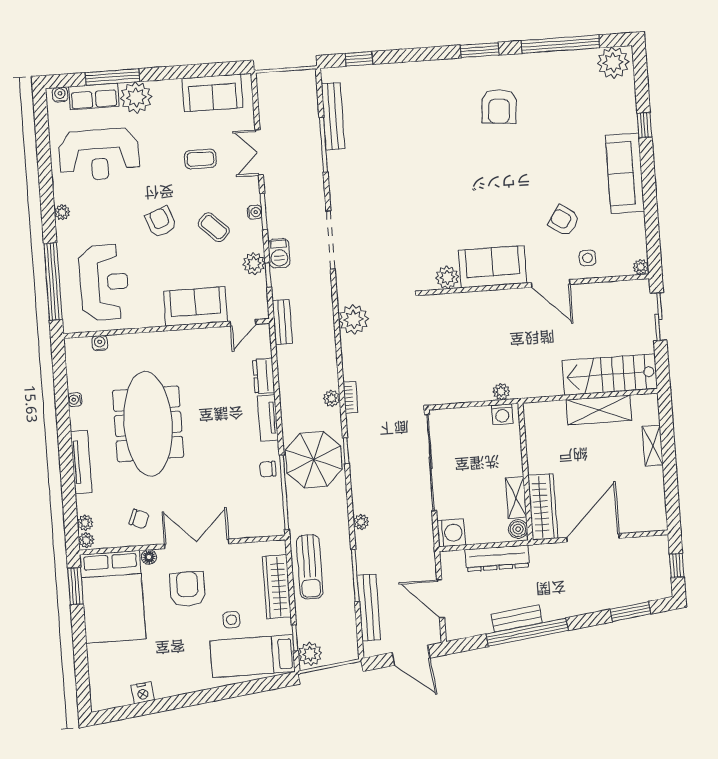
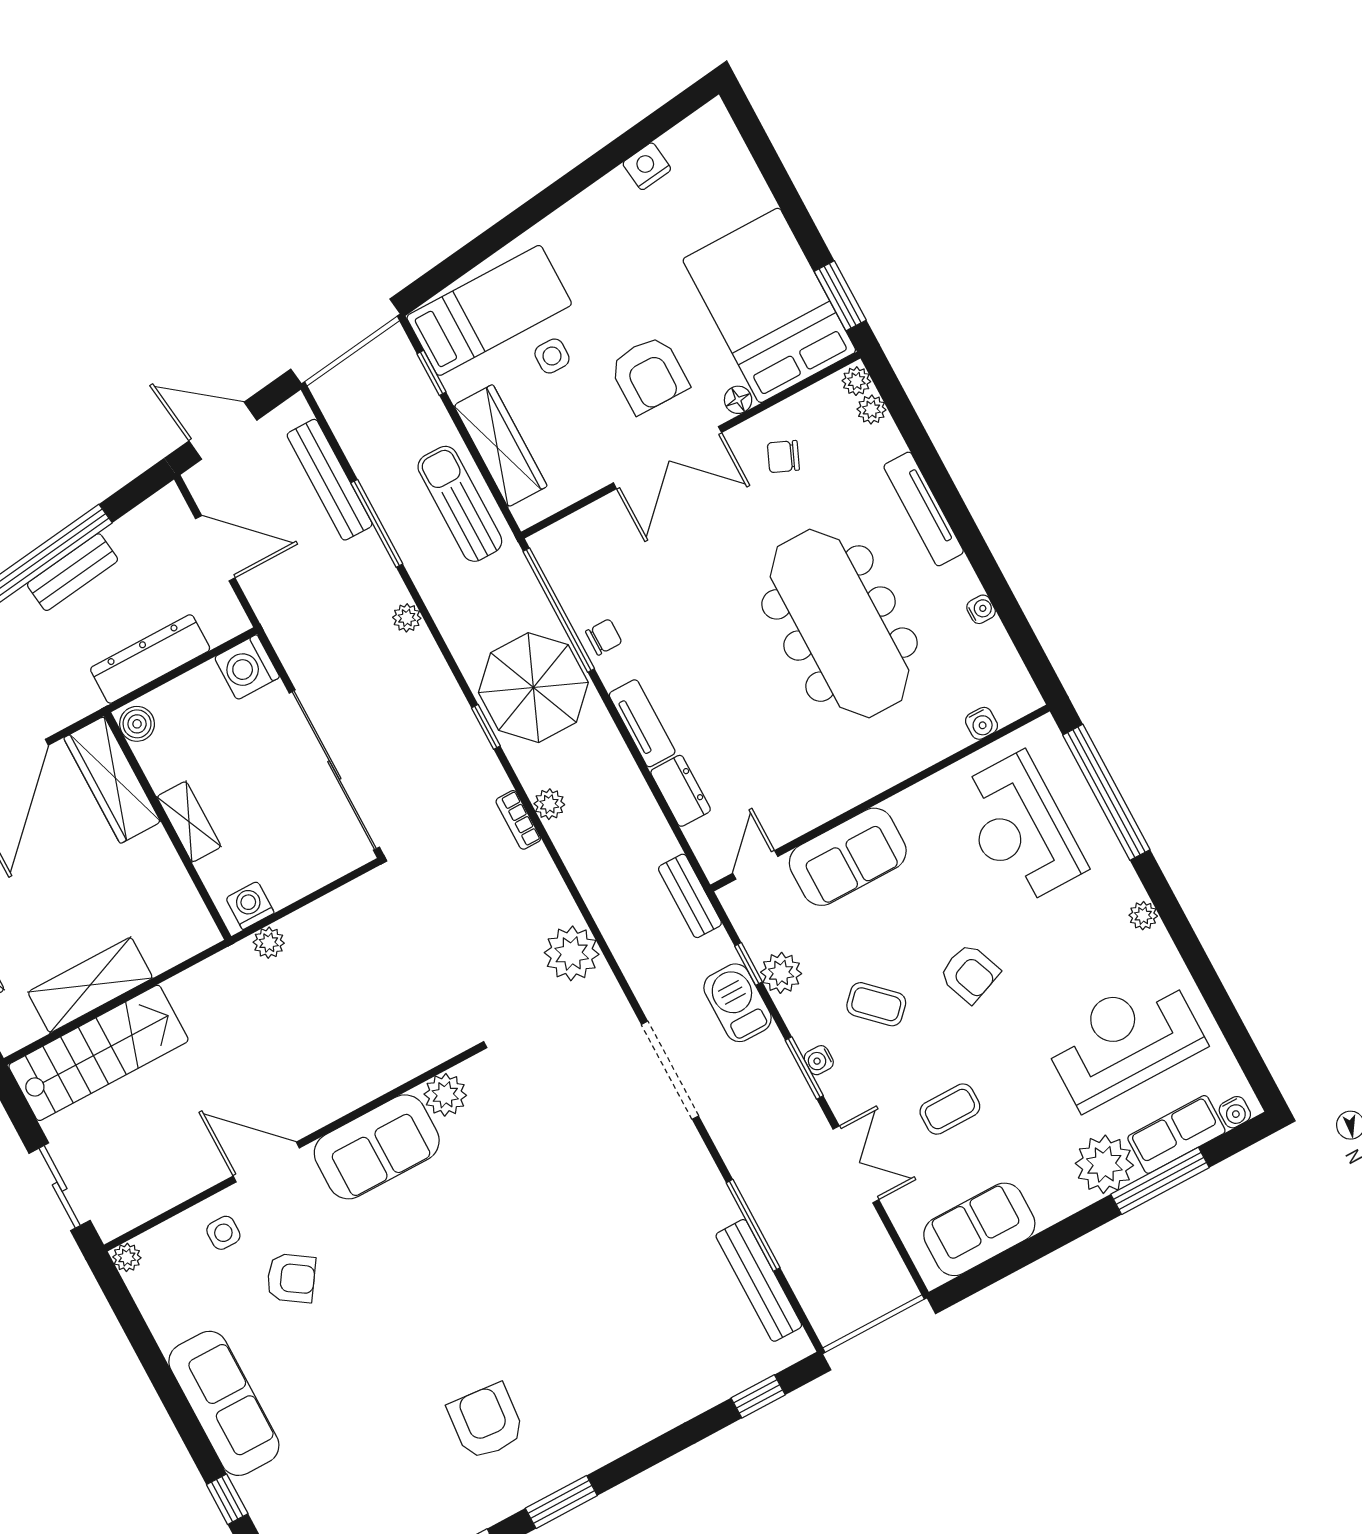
barbecue: (279, 253) -> (738, 1003), width x1.38, depth x1.27
shelving: (516, 498) -> (189, 822), moved
plant: (310, 654) -> (394, 357), removed

